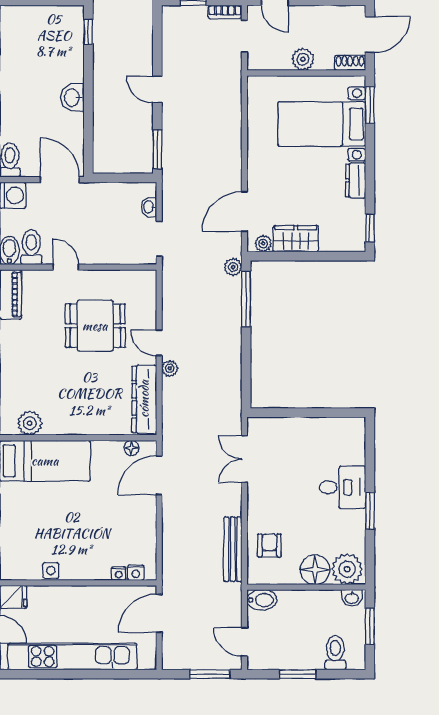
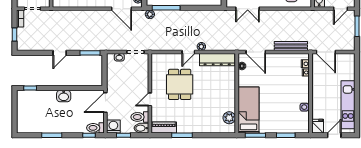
bench: (233, 549) -> (291, 46), moved
kitchen unit: (72, 657) -> (348, 105), width x0.73

